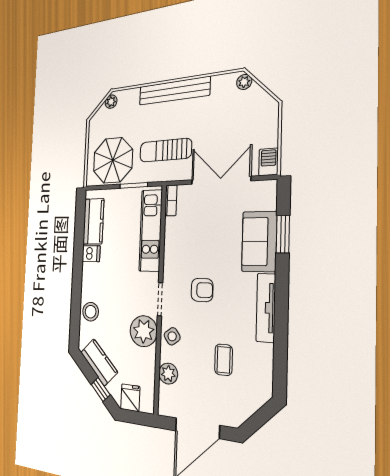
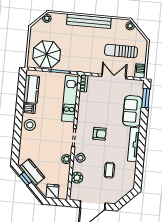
sun lounger: (165, 150) -> (121, 51), moved
double door: (221, 180) -> (114, 76), width x0.73
window: (283, 234) -> (146, 98), moved
stool: (91, 312) -> (30, 125), moved
plant: (144, 331) -> (66, 159), width x0.53, depth x0.53
window: (101, 389) -> (25, 179), moved

